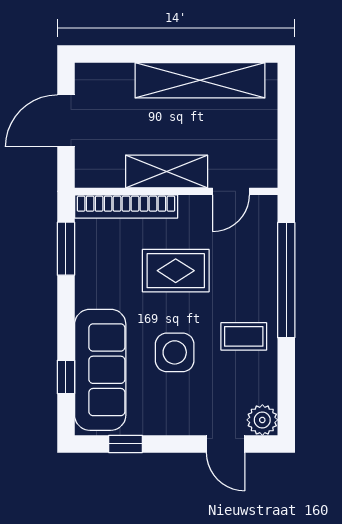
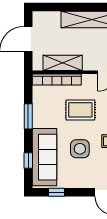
shelving: (167, 172) -> (63, 63), moved
window: (66, 249) -> (28, 116), moved

